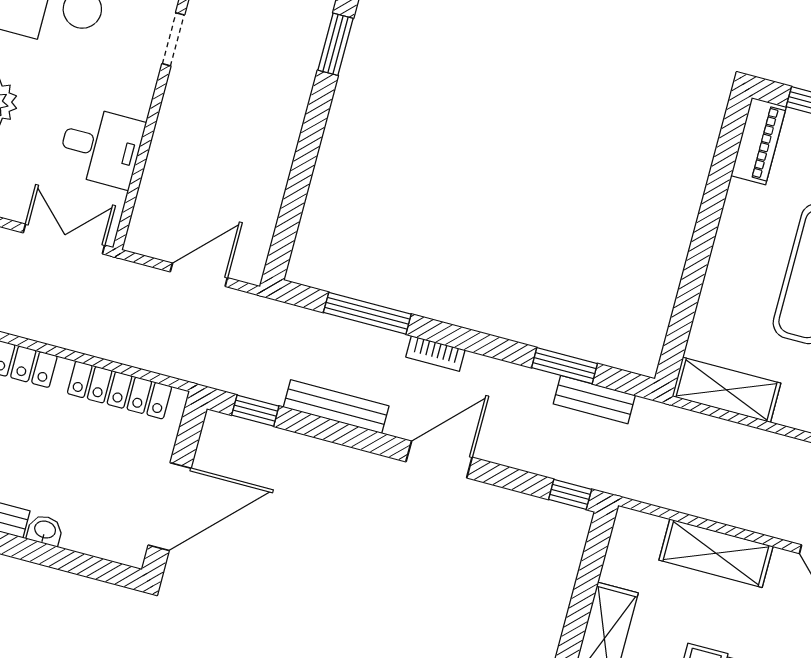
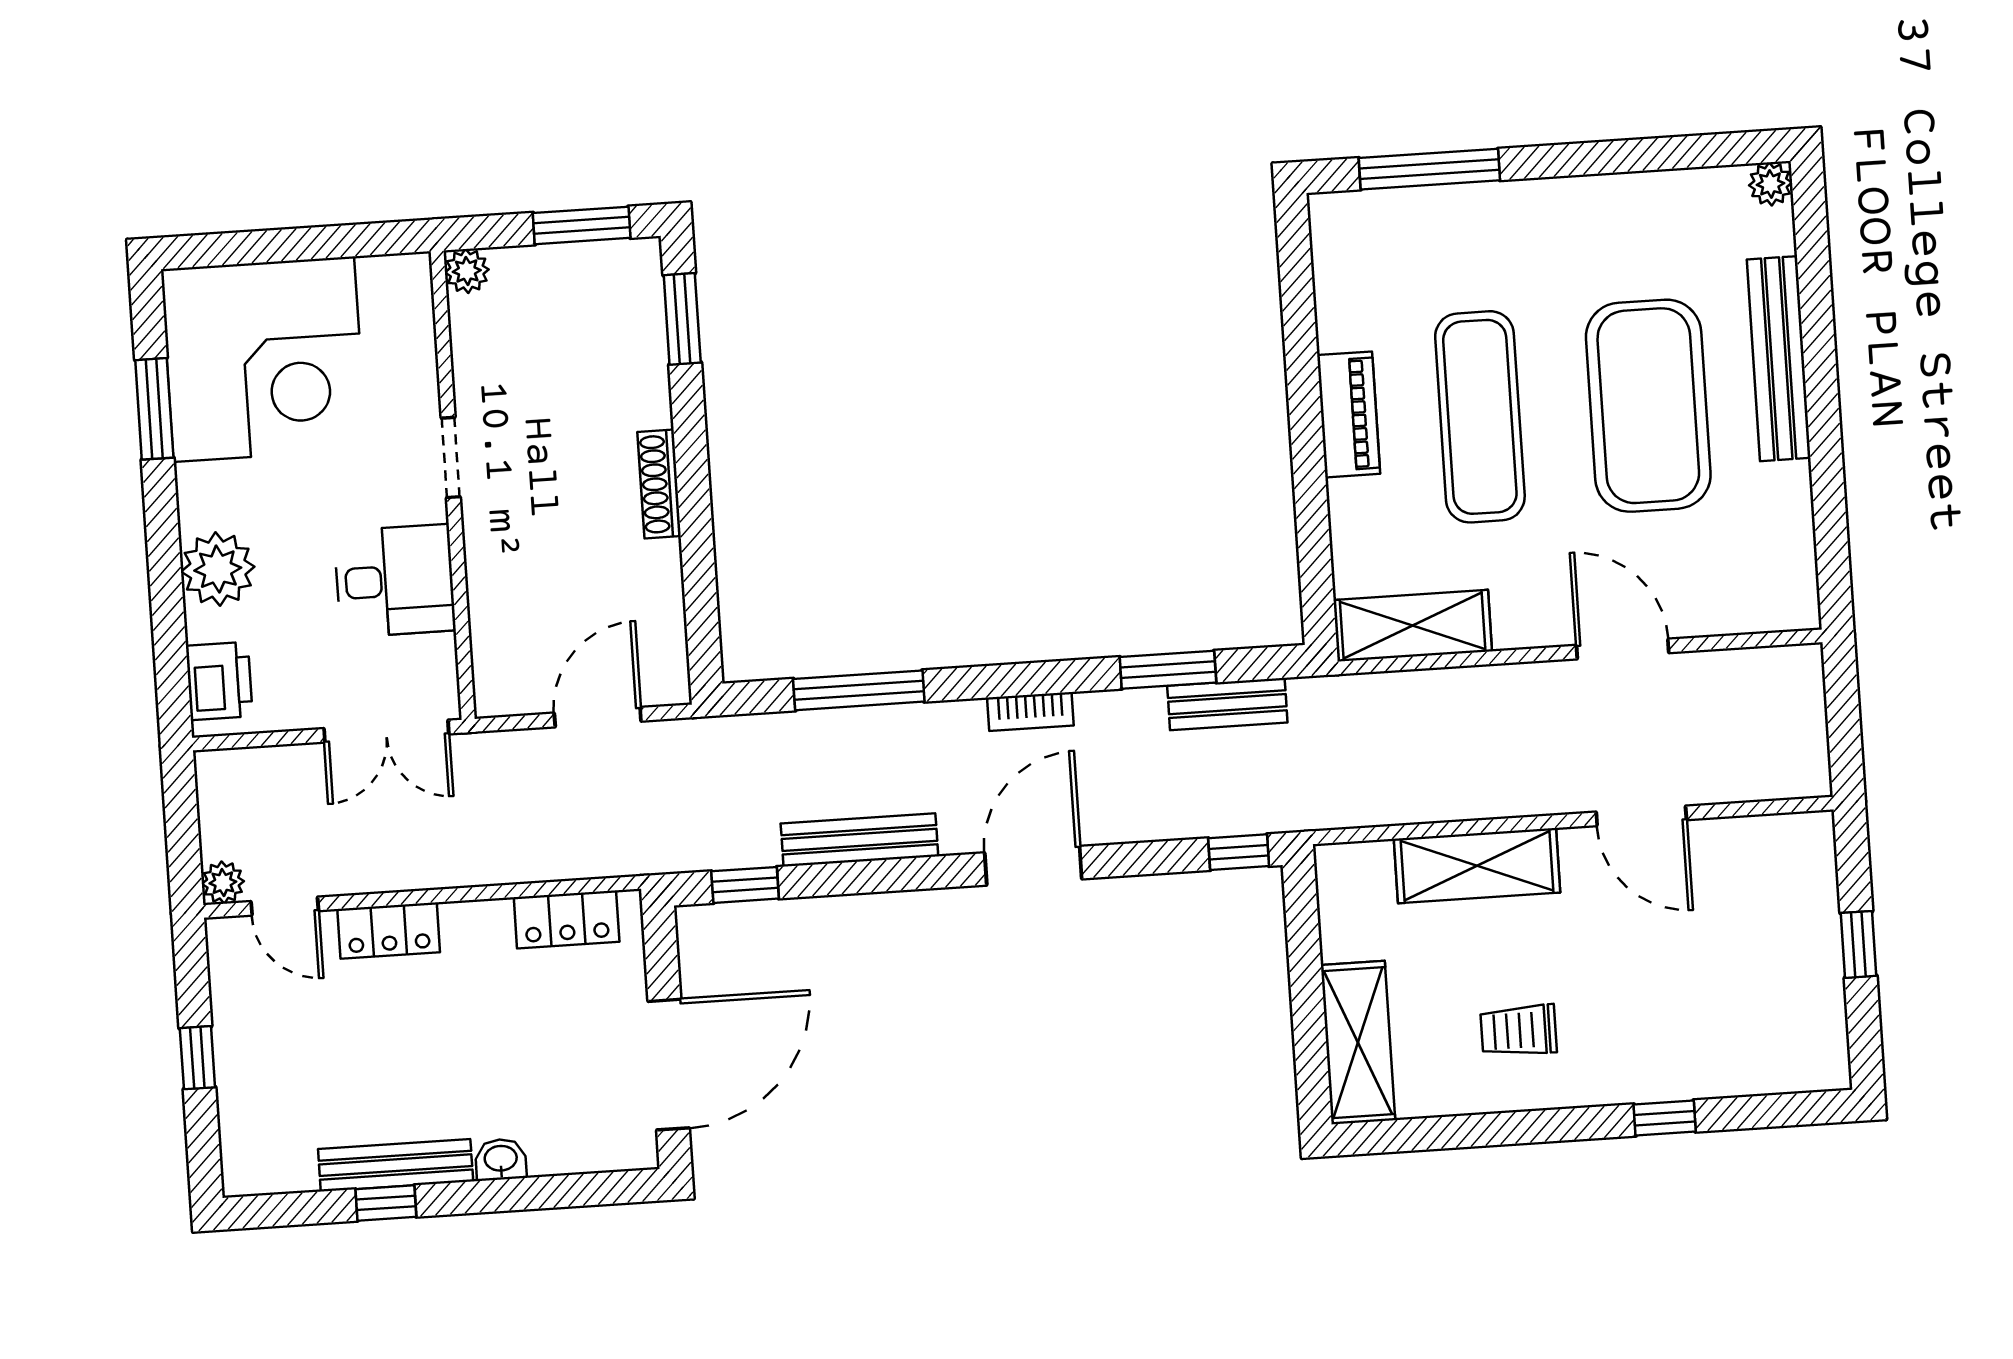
doorway: (173, 39) -> (451, 458), moved
piano: (759, 141) -> (1349, 414), moved
shoe rack: (286, 142) -> (659, 484), added
double door: (64, 239) -> (386, 731), swing flipped
bookcase: (435, 354) -> (1030, 712), moved
locker: (119, 390) -> (567, 920), width x0.66

